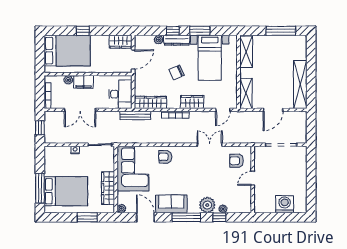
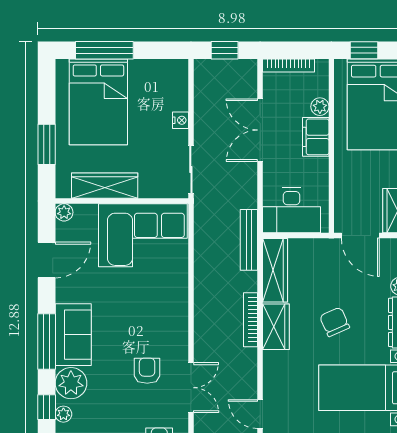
window: (40, 58) -> (364, 50), added
wardrobe: (192, 102) -> (276, 327), moved
armchair: (165, 157) -> (147, 371), moved
sofa: (171, 204) -> (73, 335), moved

